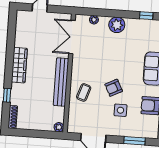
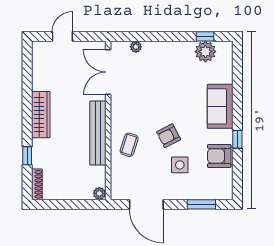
plant: (117, 25) -> (205, 52), moved

